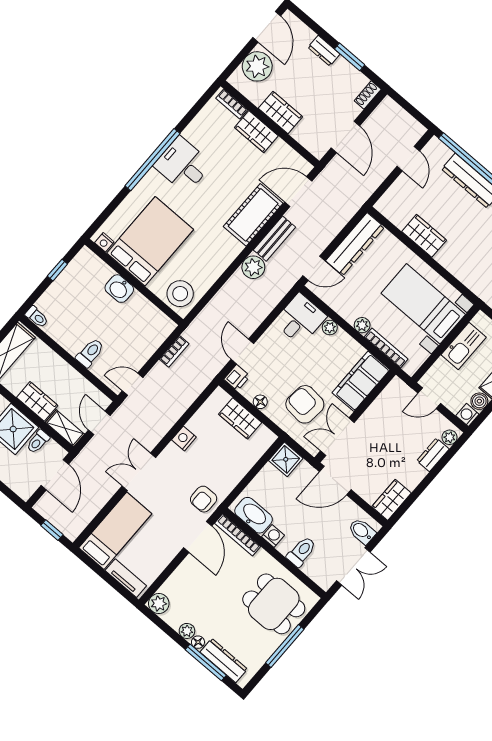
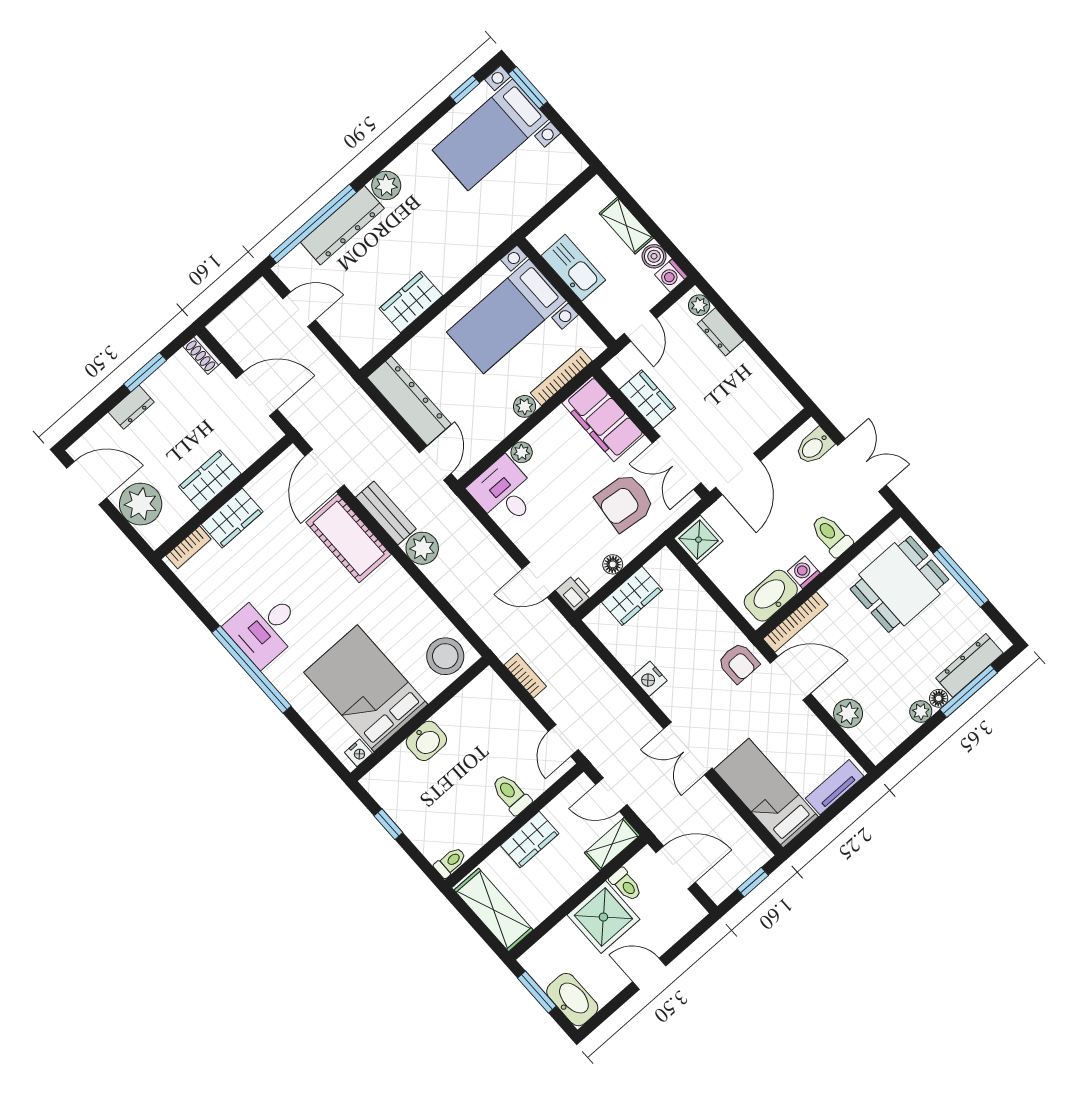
wardrobe: (37, 401) -> (530, 840), moved, turned 180
wardrobe: (392, 500) -> (647, 399), moved, turned 180
plant: (159, 604) -> (848, 713), moved

